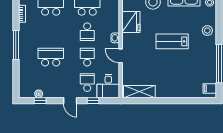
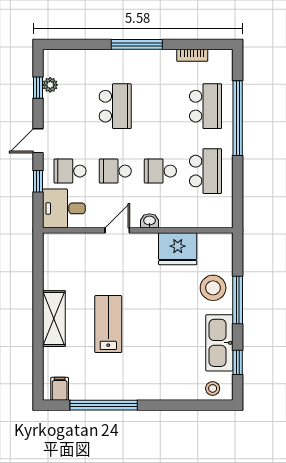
stool: (207, 31) -> (162, 384), removed
lab bench: (172, 41) -> (108, 324), moved
school desk: (87, 57) -> (115, 171), turned 180
school desk: (87, 83) -> (70, 171), turned 180
shelving: (139, 92) -> (54, 319), moved

